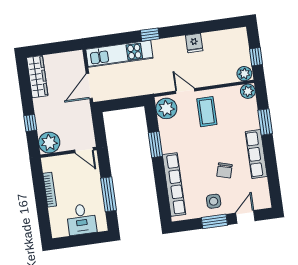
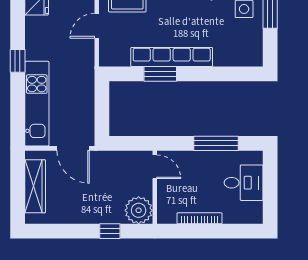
wardrobe: (37, 77) -> (35, 186), moved, turned 90
plant: (166, 108) -> (116, 53), removed
door: (84, 150) -> (155, 167), hinge flipped
row of seats: (174, 185) -> (172, 57), moved

